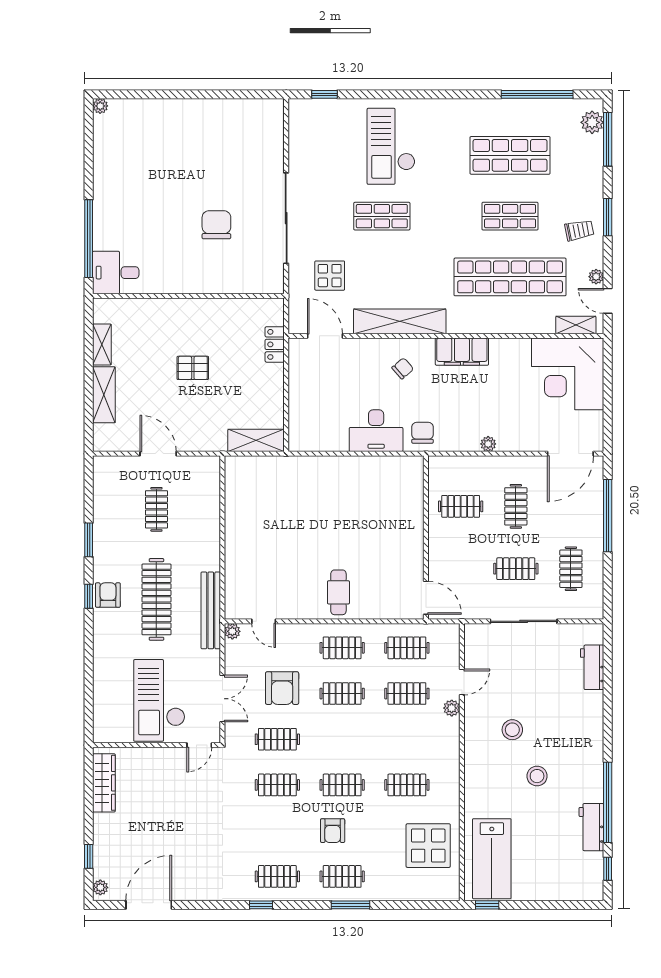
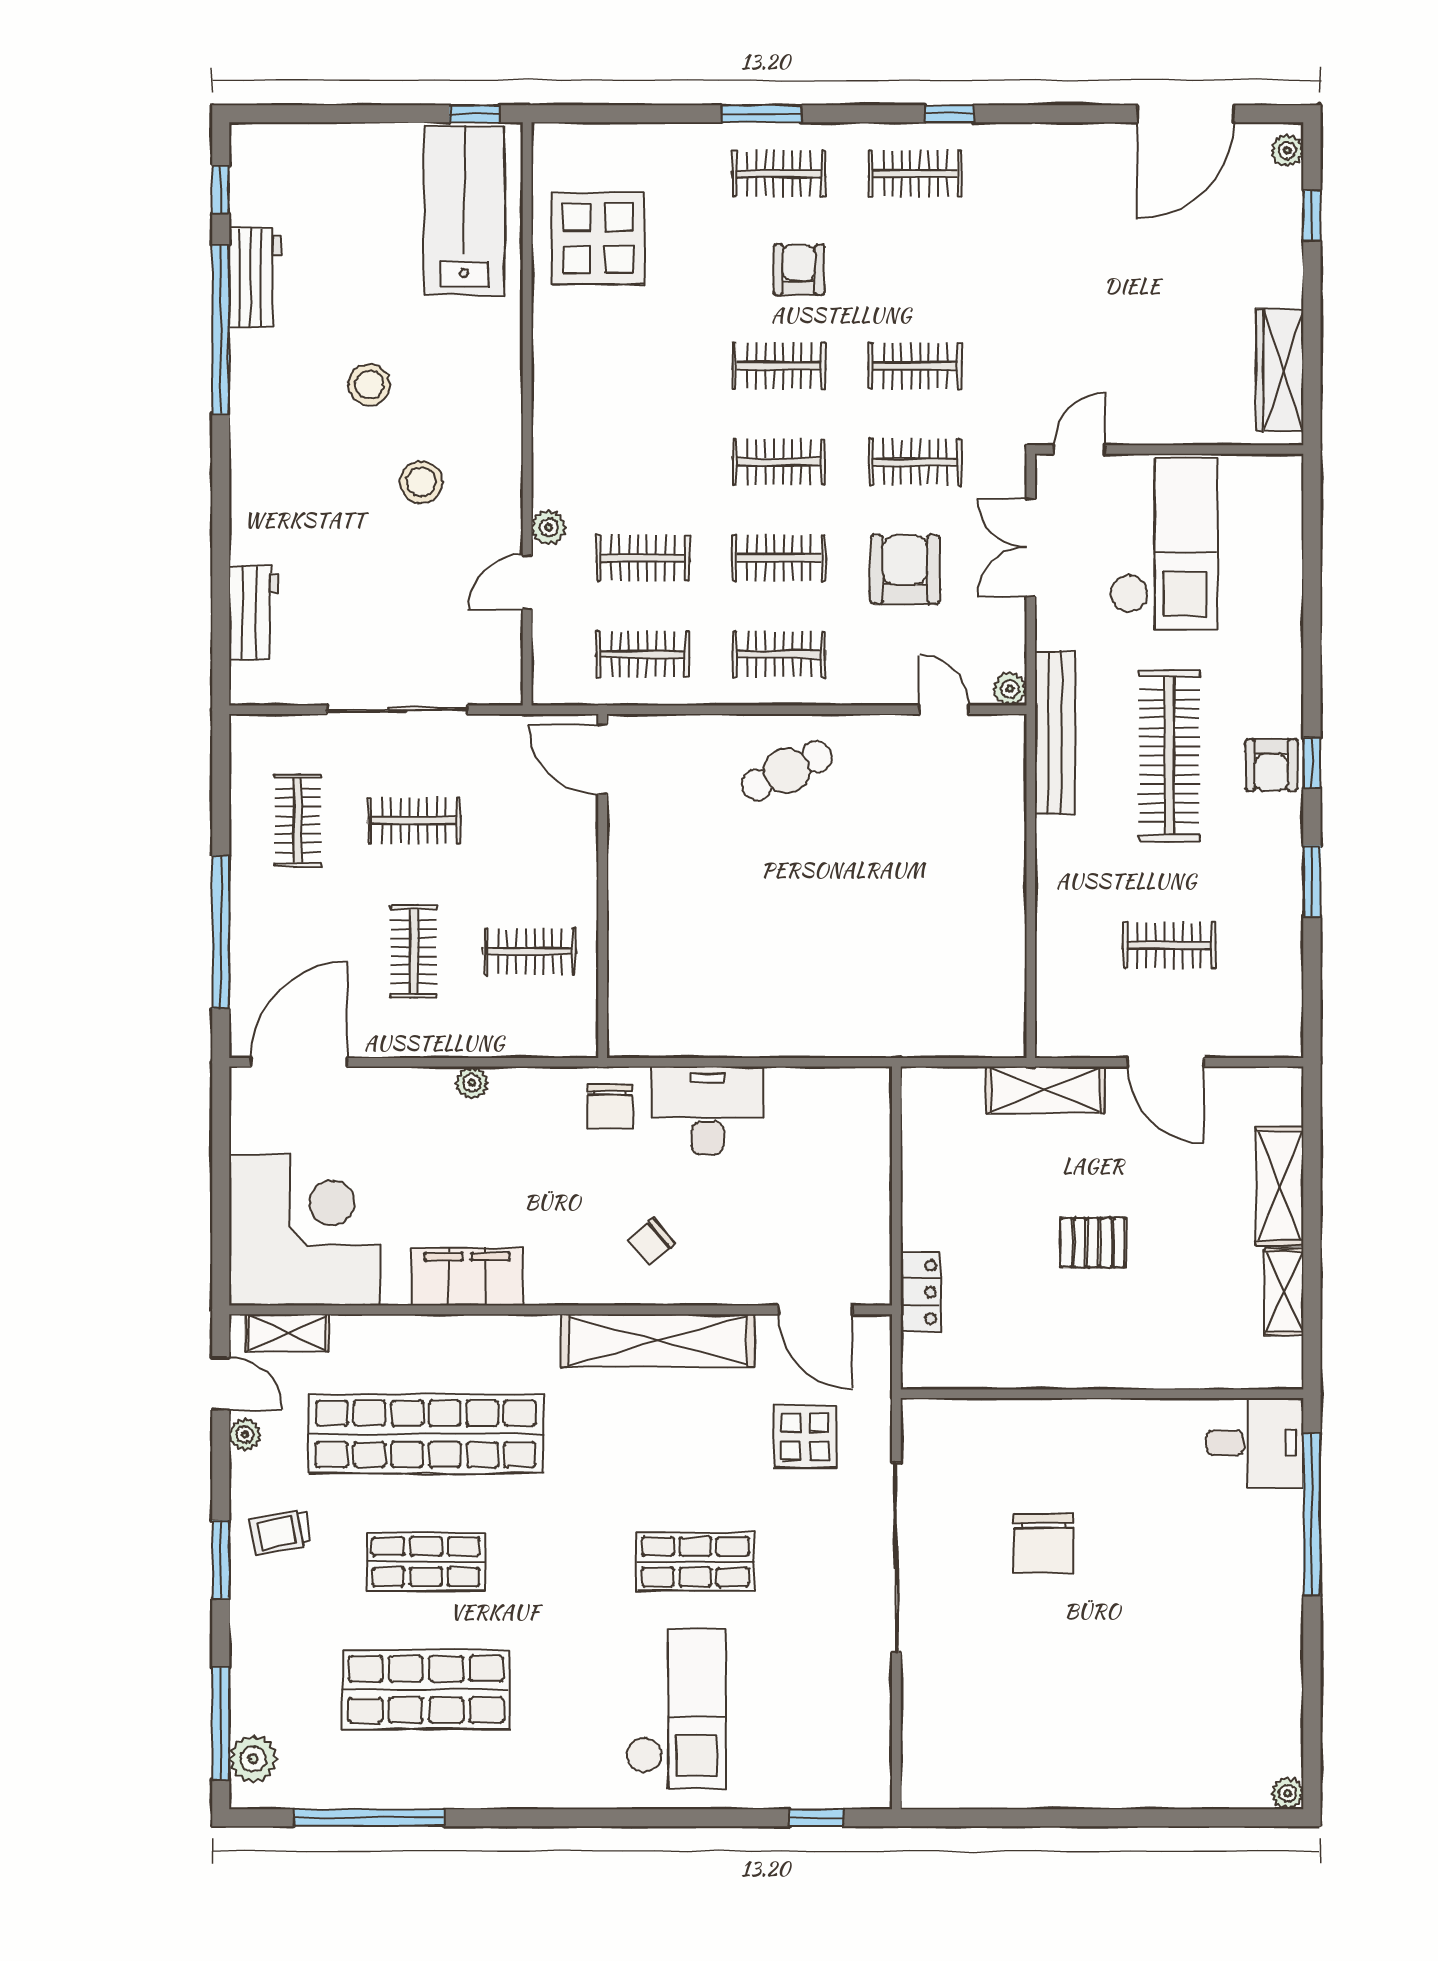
filing cabinet: (462, 352) -> (467, 1277), moved
shelving: (256, 440) -> (1045, 1090), moved
clothes rail: (156, 509) -> (1169, 945), turned 90
cafe table: (338, 592) -> (787, 771), turned 65
clothes rail: (407, 785) -> (779, 462), moved

